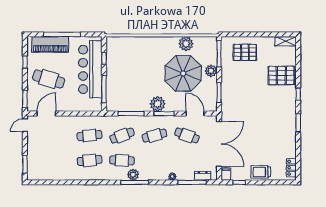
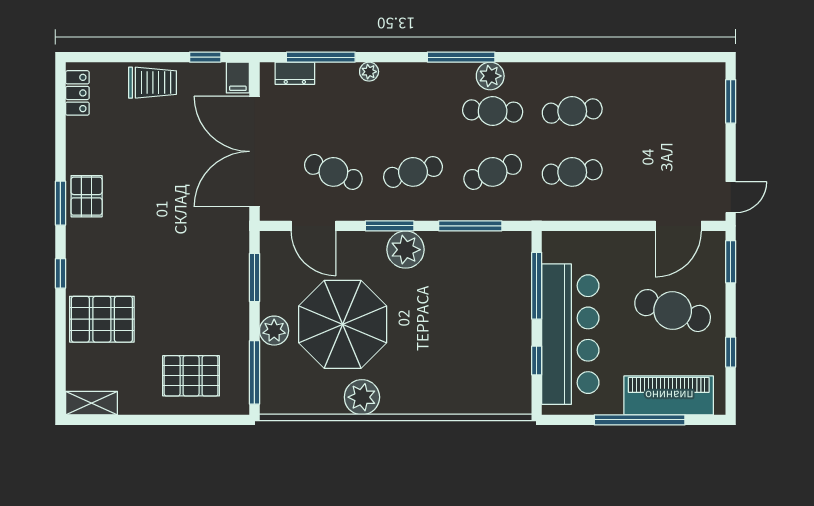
plant: (186, 44) -> (362, 397), moved
pallet: (288, 126) -> (87, 196), added
plant: (133, 175) -> (490, 76), moved

